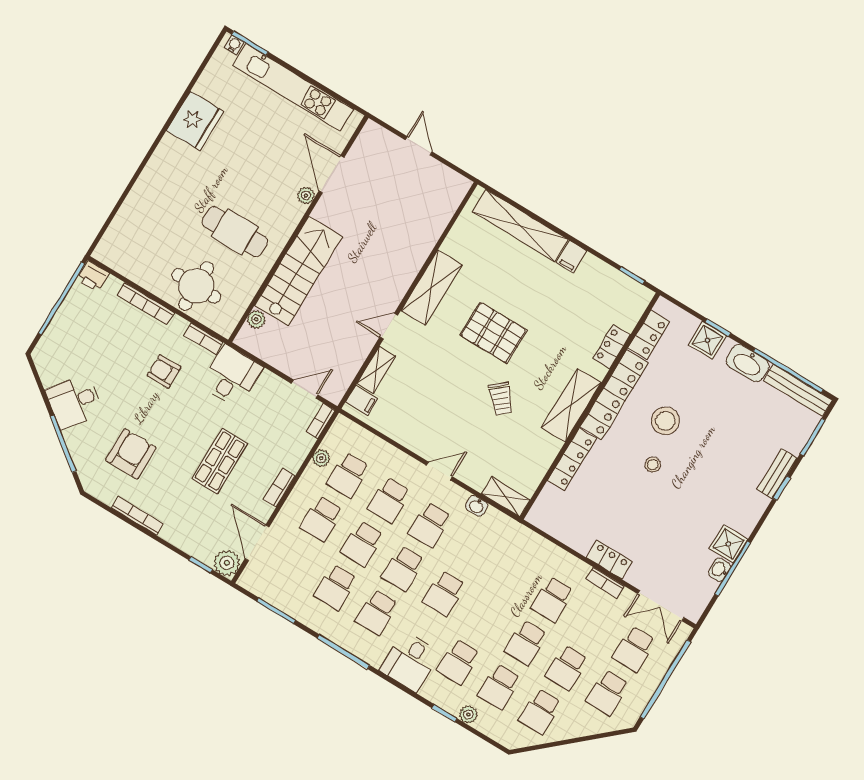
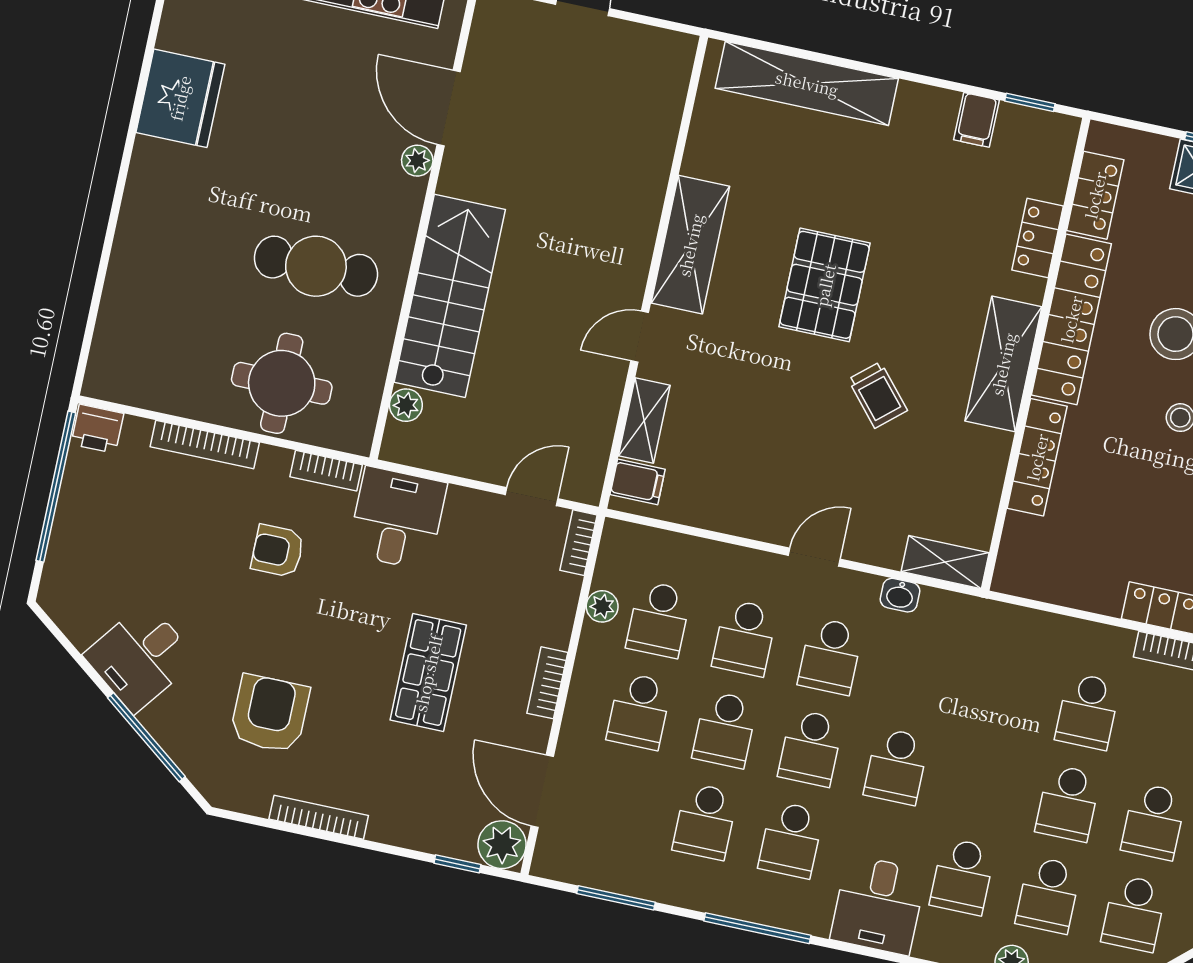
filing cabinet: (572, 257) -> (977, 120), moved
pallet: (493, 333) -> (825, 285), turned 90

